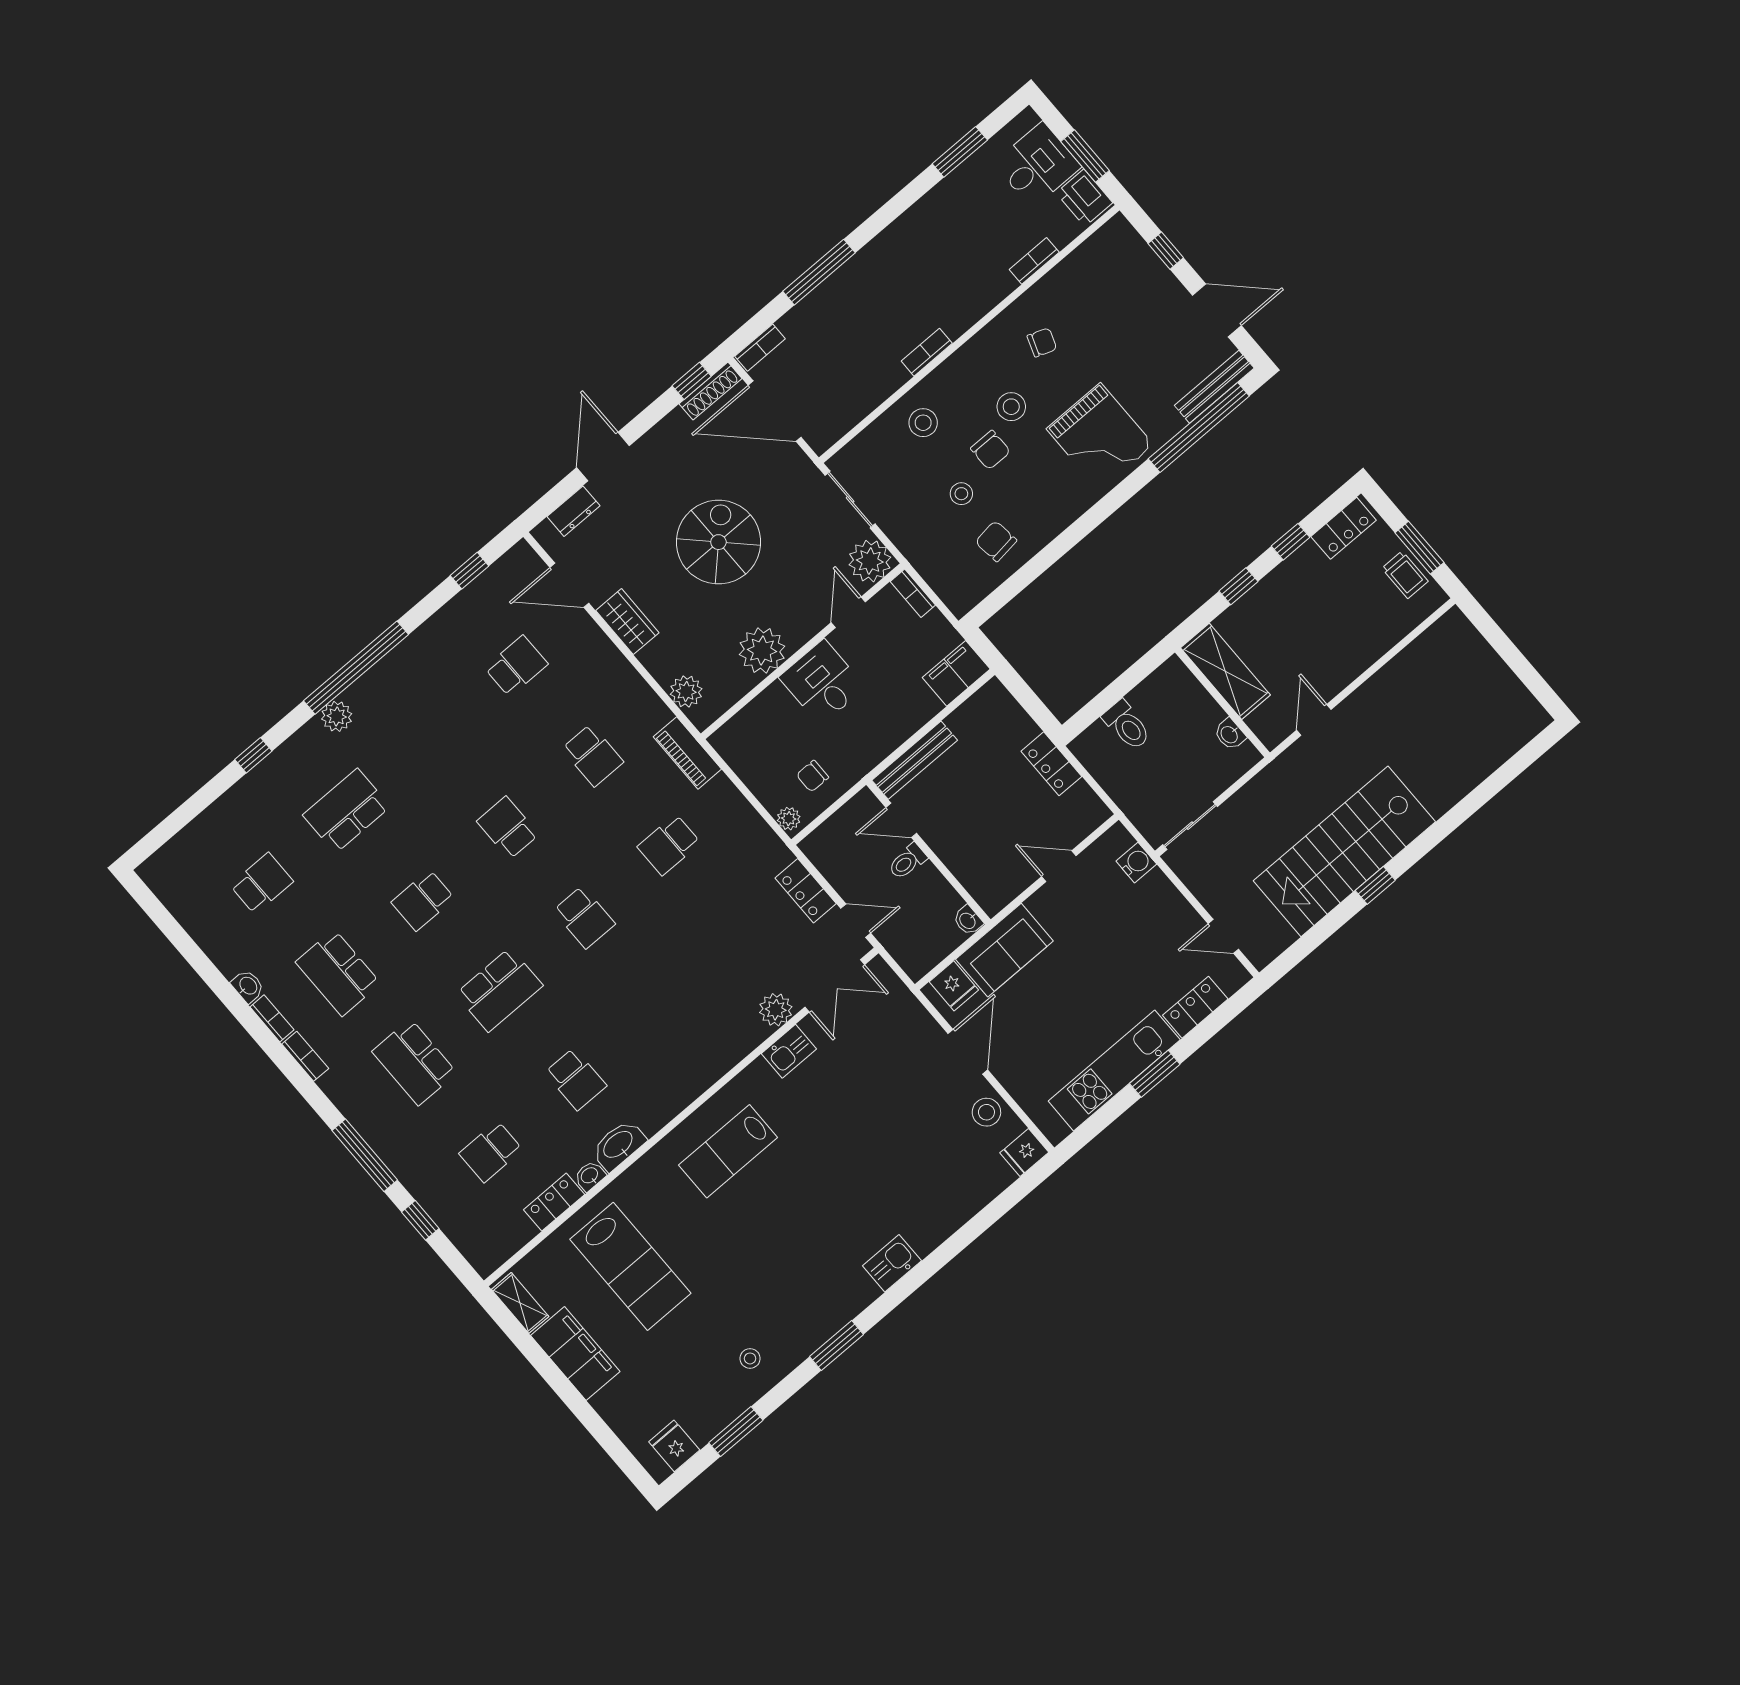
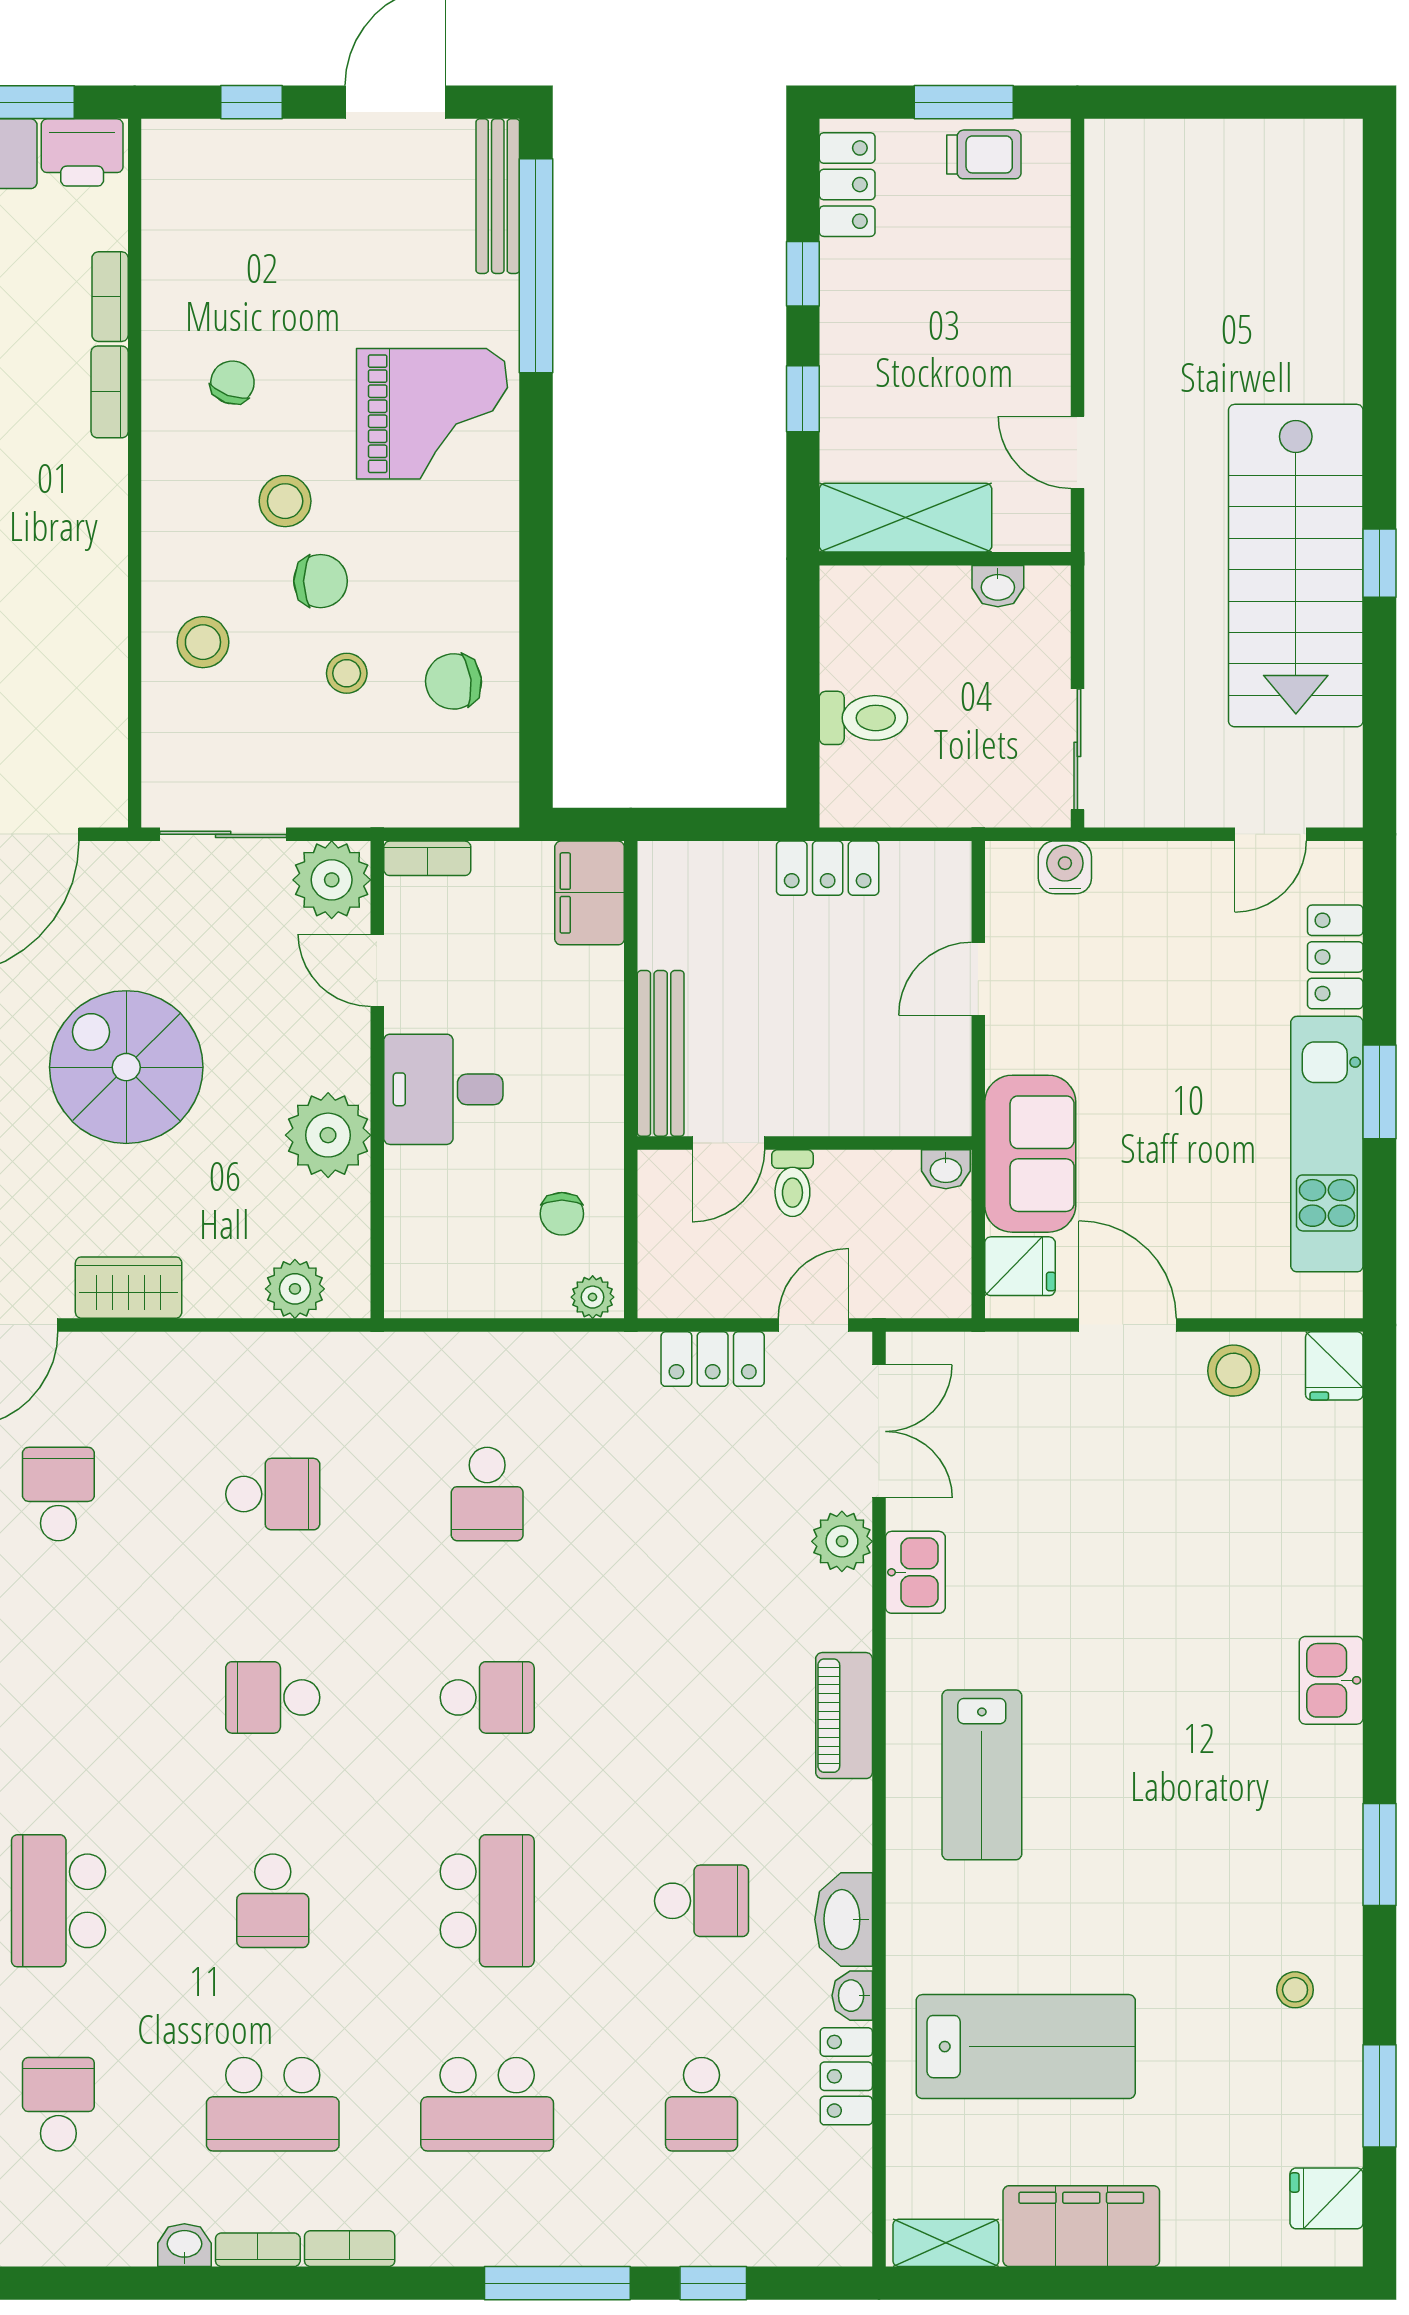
bookcase: (927, 352) -> (110, 392), moved
piano: (687, 753) -> (844, 1716), moved, turned 90

